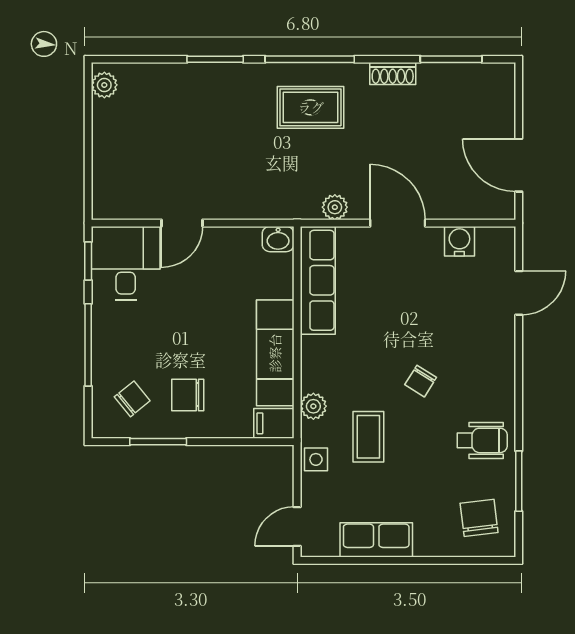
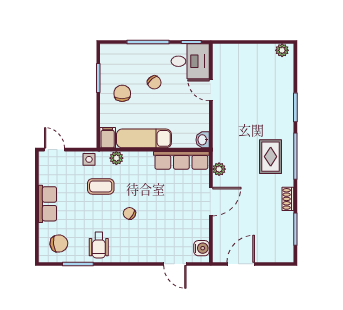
water cooler: (459, 241) -> (202, 248), moved
chair: (132, 399) -> (154, 82), moved
row of seats: (376, 540) -> (47, 204), moved

